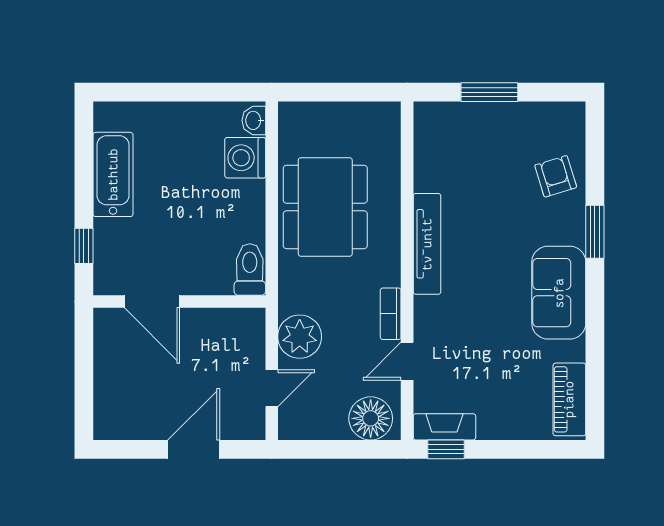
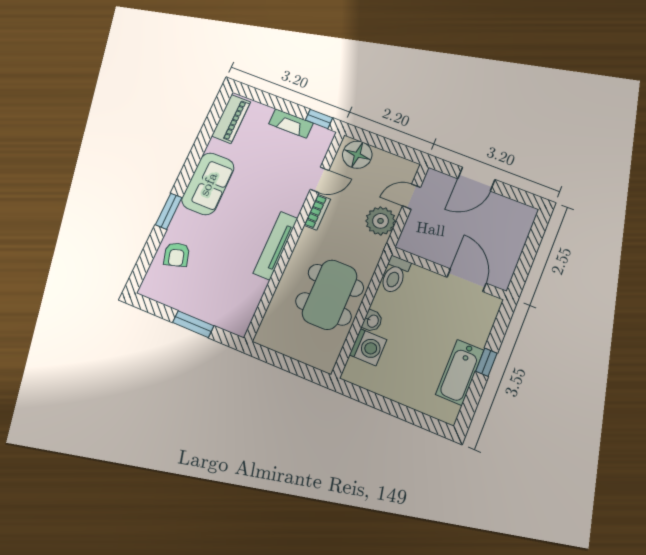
washbasin: (254, 120) -> (372, 321), moved
window: (84, 246) -> (486, 362), moved
fireplace: (444, 427) -> (291, 123), moved

